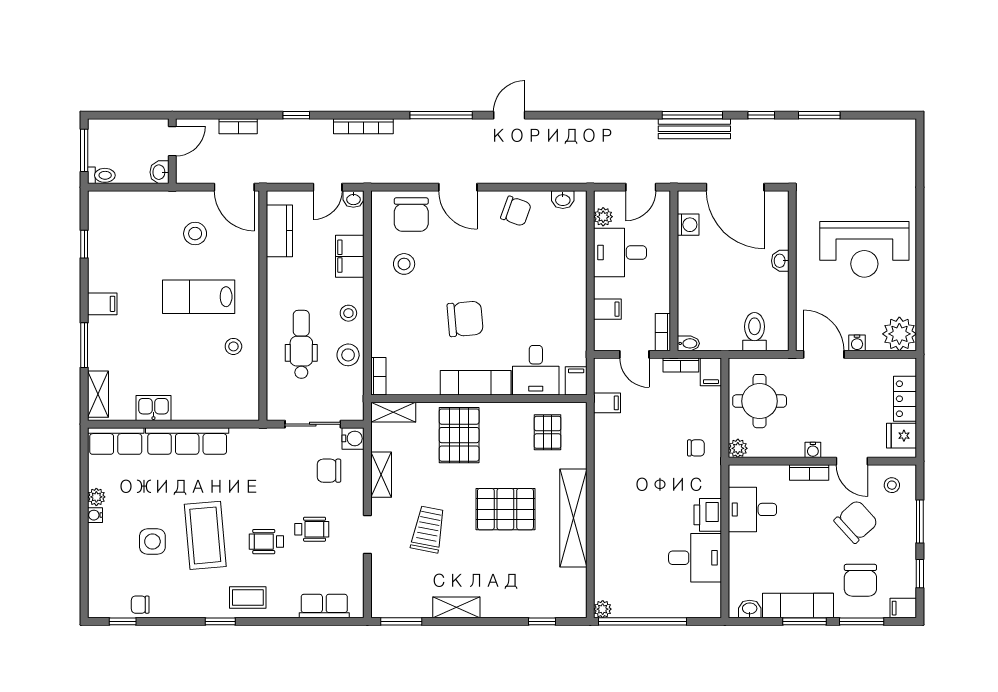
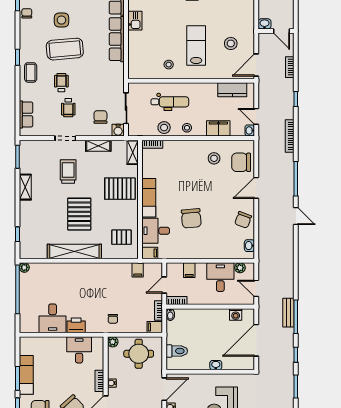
bench: (694, 129) -> (288, 313), width x0.73
chair: (465, 319) -> (191, 218), moved
trolley: (428, 529) -> (68, 172), turned -101
washbasin: (750, 609) -> (24, 348), removed

